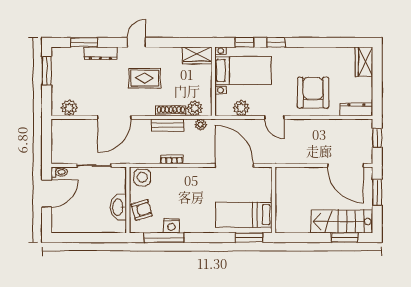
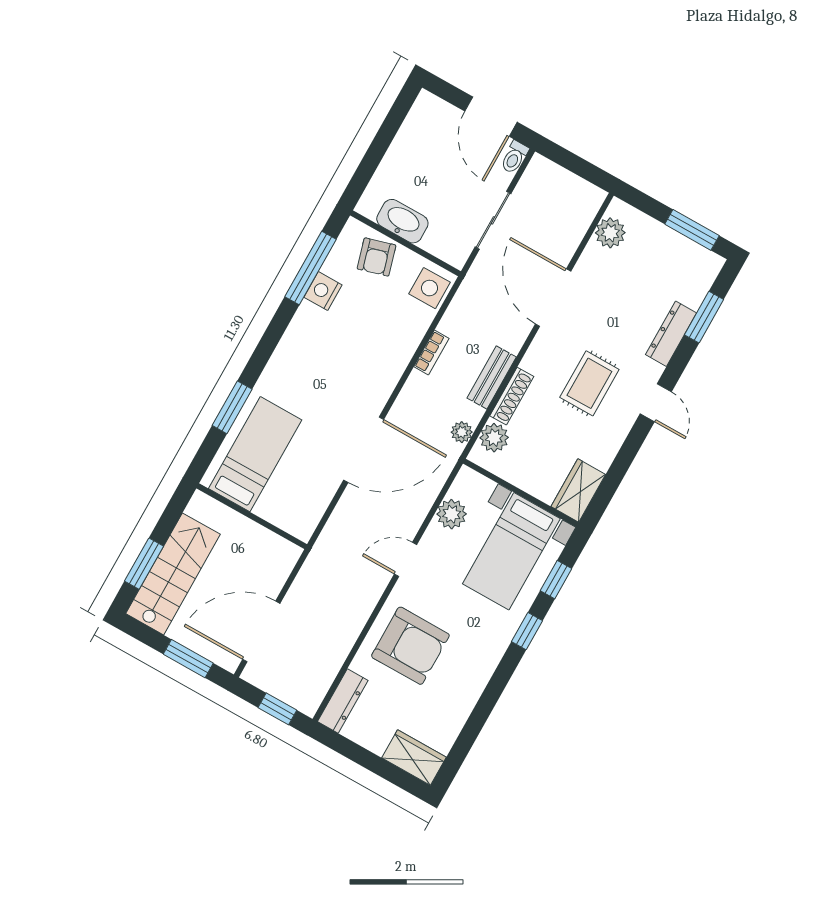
wall: (273, 200) -> (252, 516), moved
bed: (244, 215) -> (255, 454), moved

